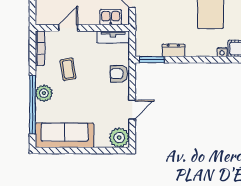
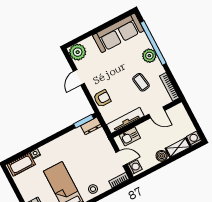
door: (68, 28) -> (157, 112), hinge flipped
tv unit: (113, 37) -> (125, 120), width x1.41
dresser: (173, 50) -> (91, 126), moved

